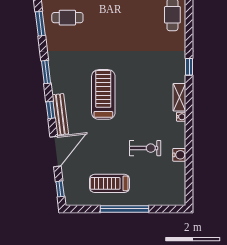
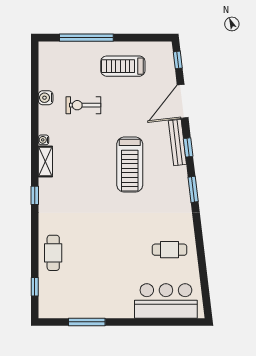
window: (40, 24) -> (200, 243), removed
treadmill: (110, 183) -> (123, 66), turned 180
window: (125, 209) -> (86, 38), moved

